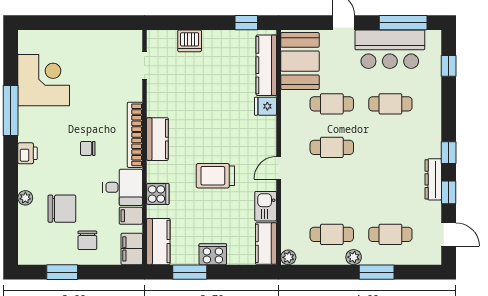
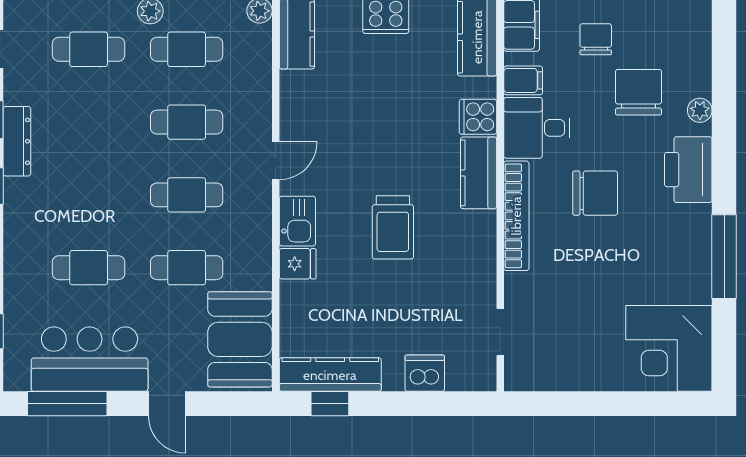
kitchen counter: (266, 65) -> (330, 375), moved, turned -90
corner desk: (44, 80) -> (669, 348), moved
kitchen counter: (157, 139) -> (479, 173), moved
chair: (88, 148) -> (595, 193), width x1.87, depth x1.87
printer: (28, 153) -> (688, 170), width x1.87, depth x1.48
trolley: (215, 176) -> (393, 227), moved, turned 90
cafe table: (332, 191) -> (187, 122), added
kitchen sink: (266, 206) -> (297, 221), moved
chair: (62, 209) -> (639, 92), turned 90

